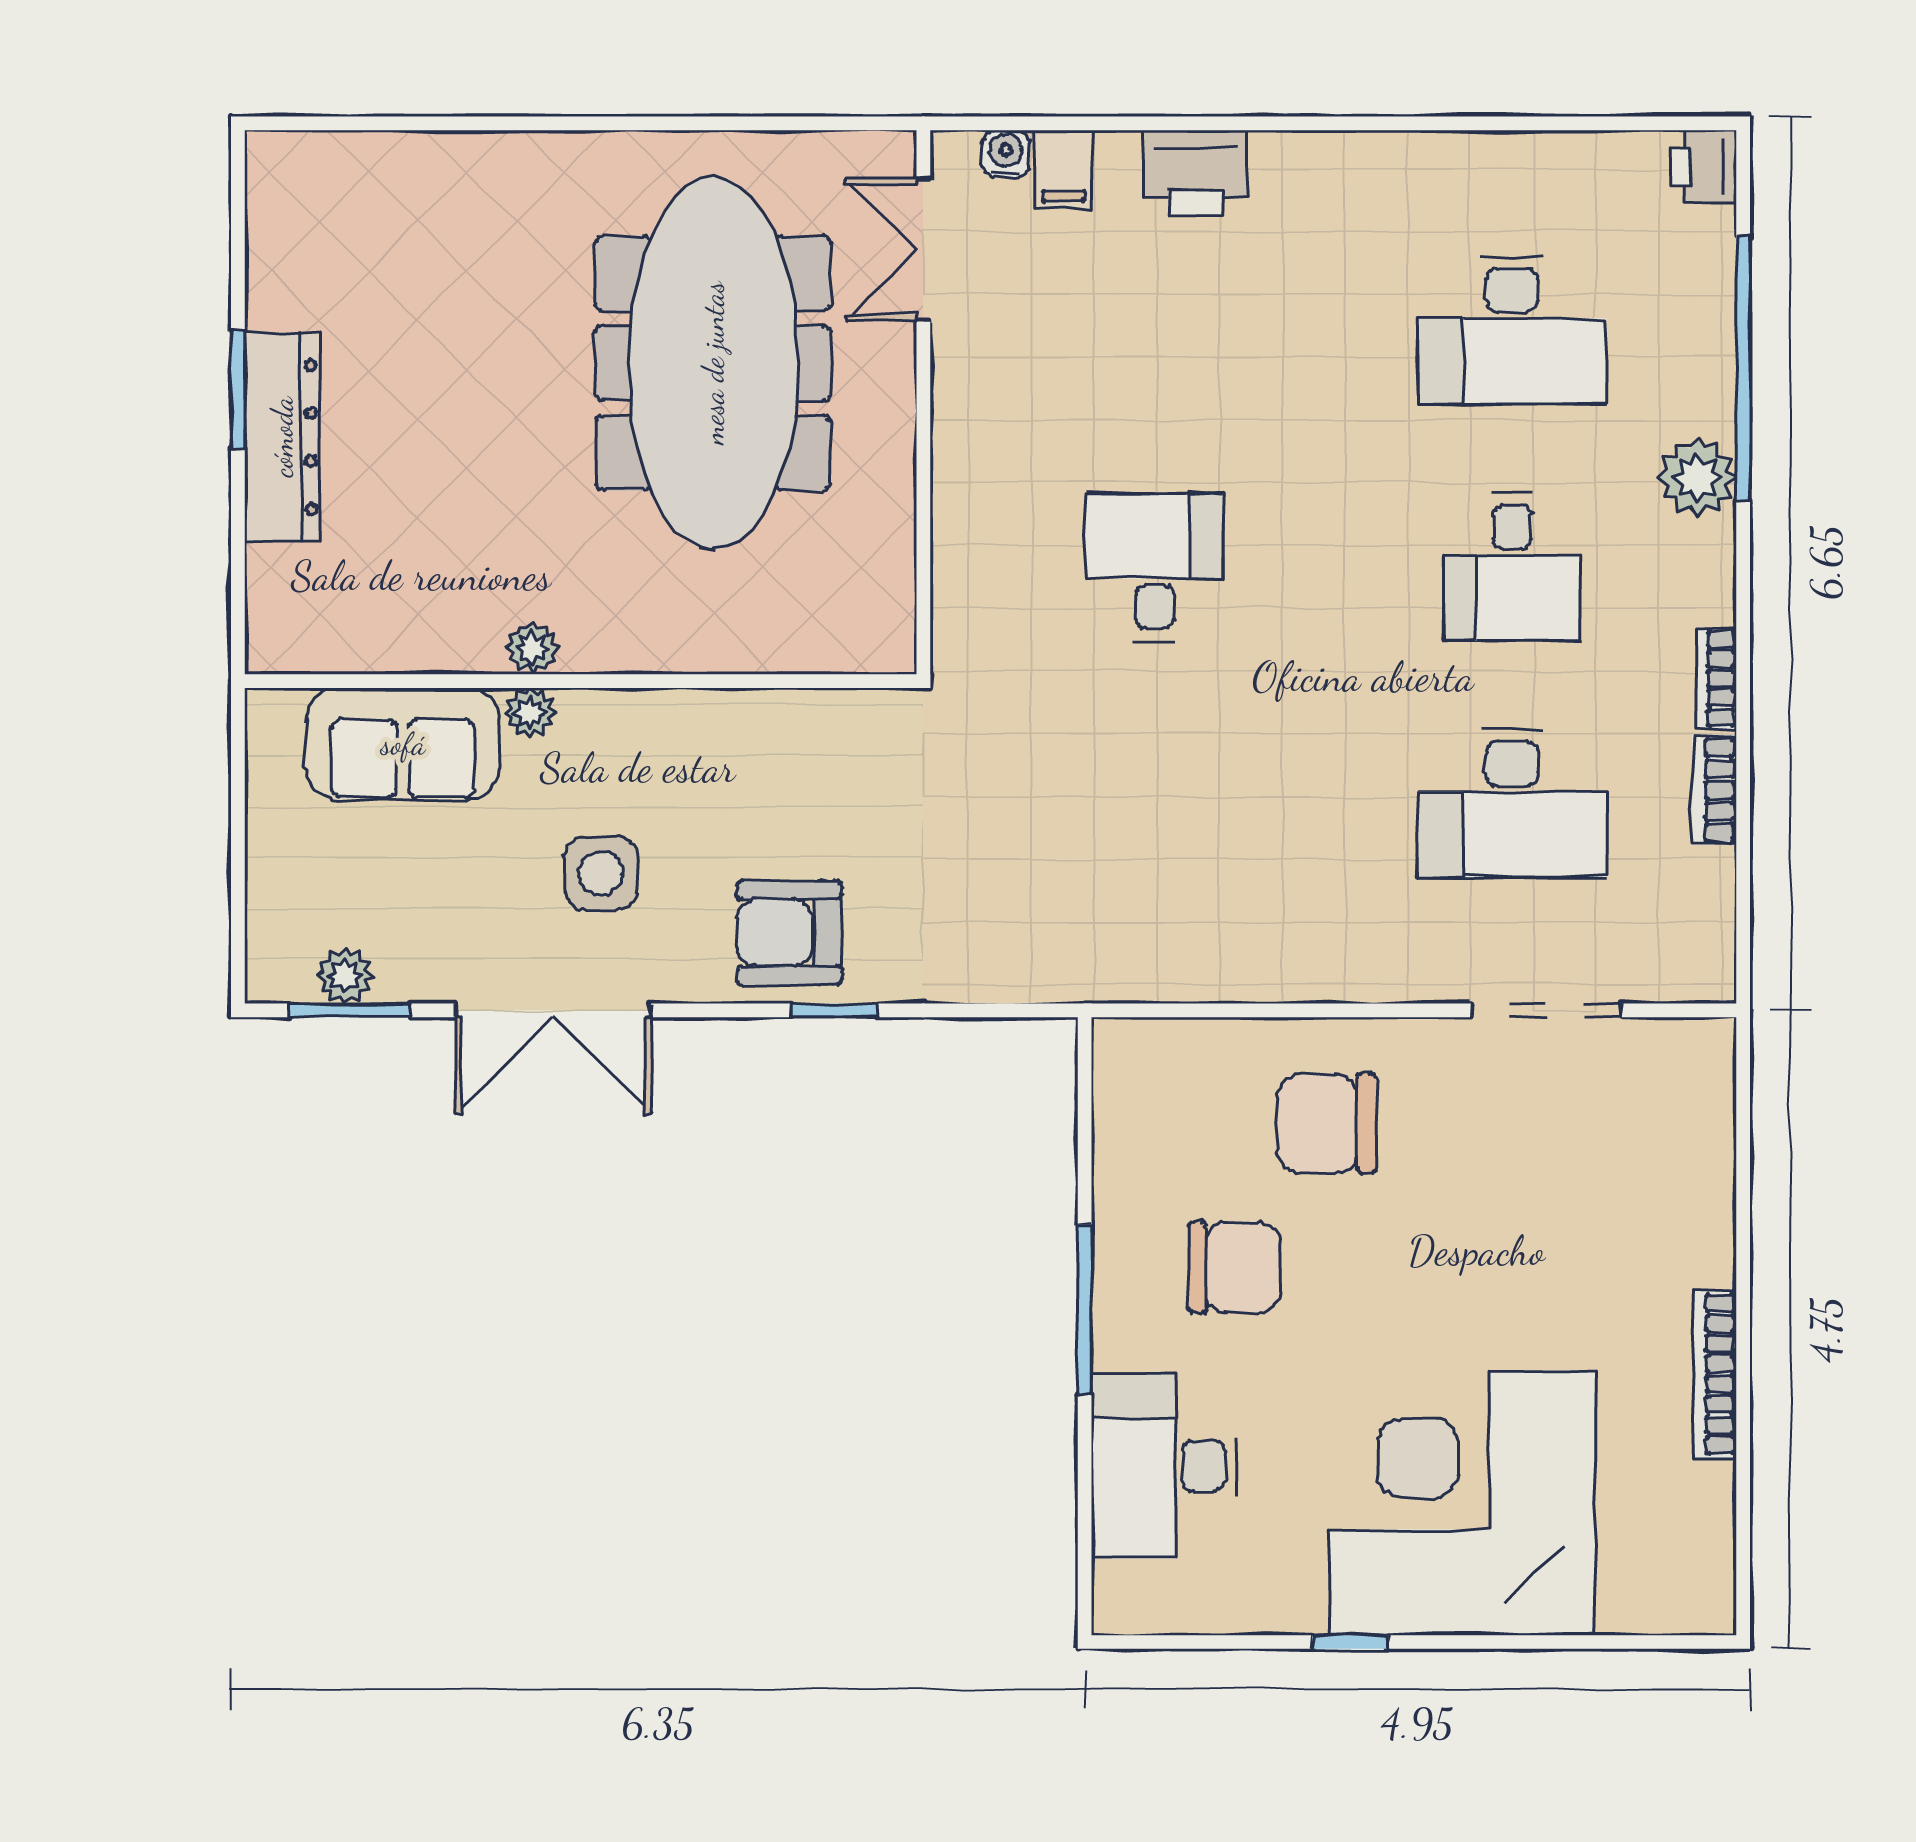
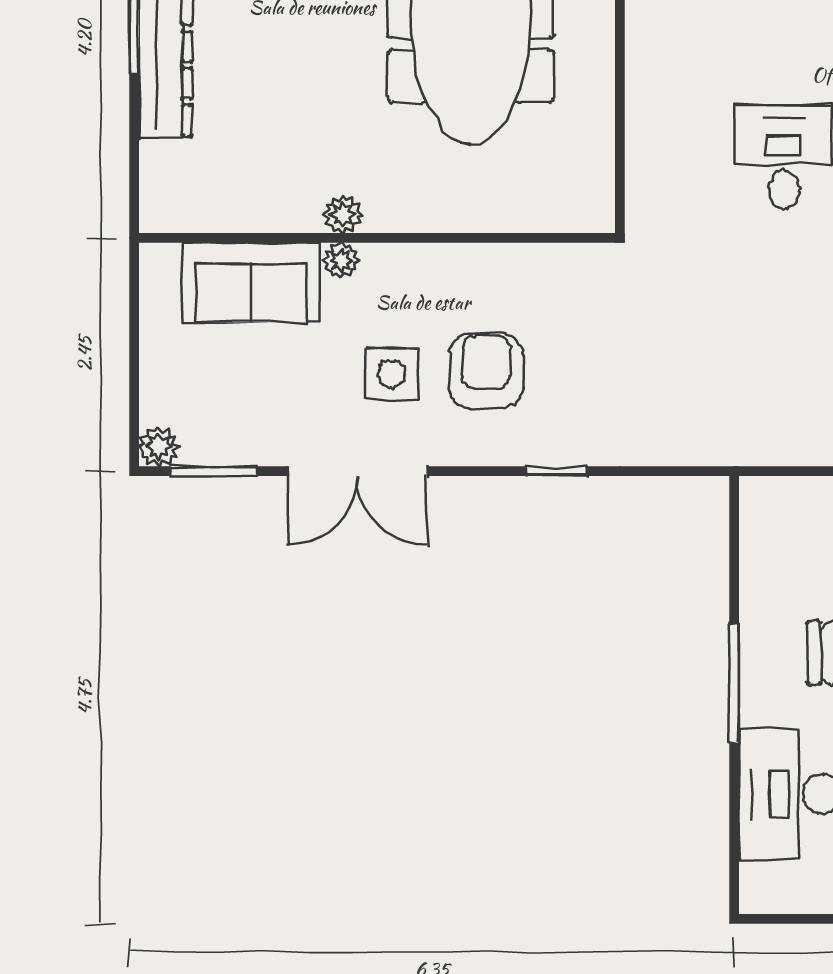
armchair: (789, 933) -> (486, 371), moved, turned 90
plant: (345, 976) -> (159, 447), moved

